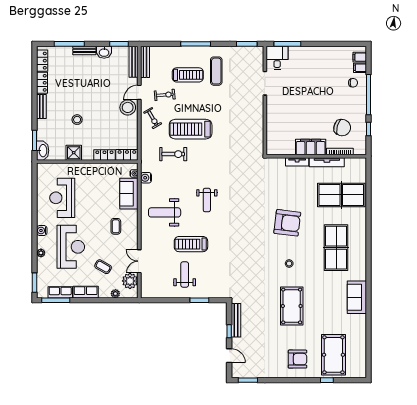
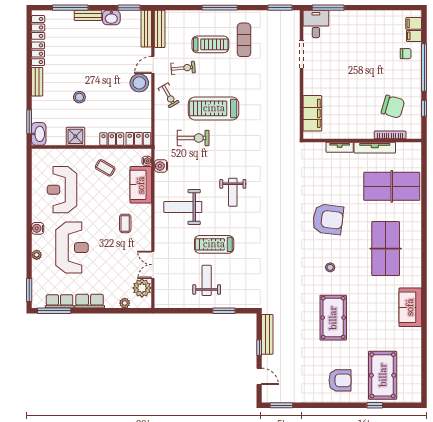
filing cabinet: (311, 147) -> (312, 113), moved, turned 90
coffee table: (103, 267) -> (105, 168), moved

